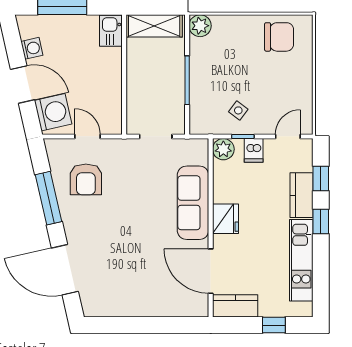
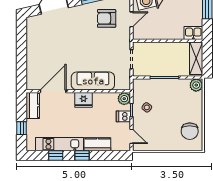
window: (321, 178) -> (56, 155), moved

